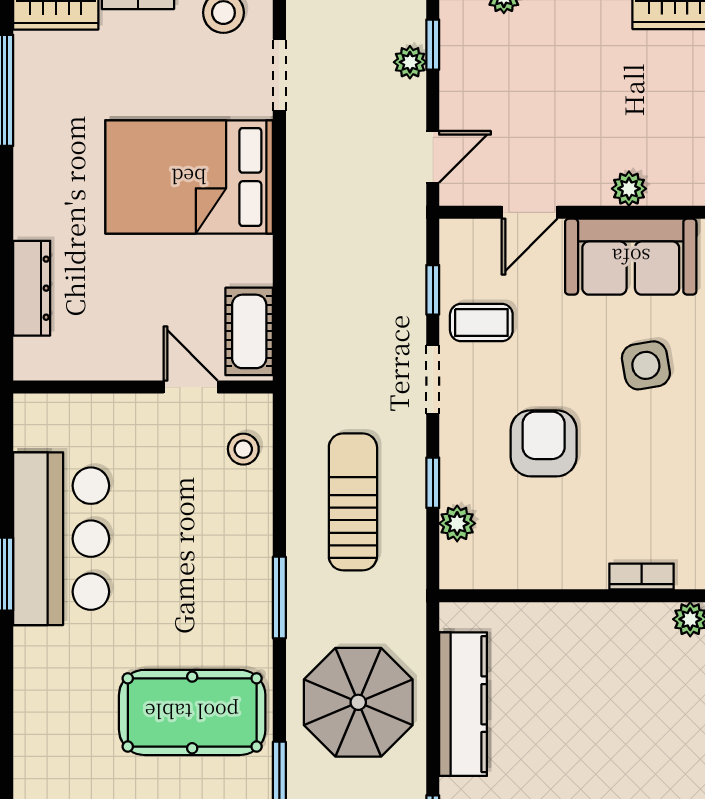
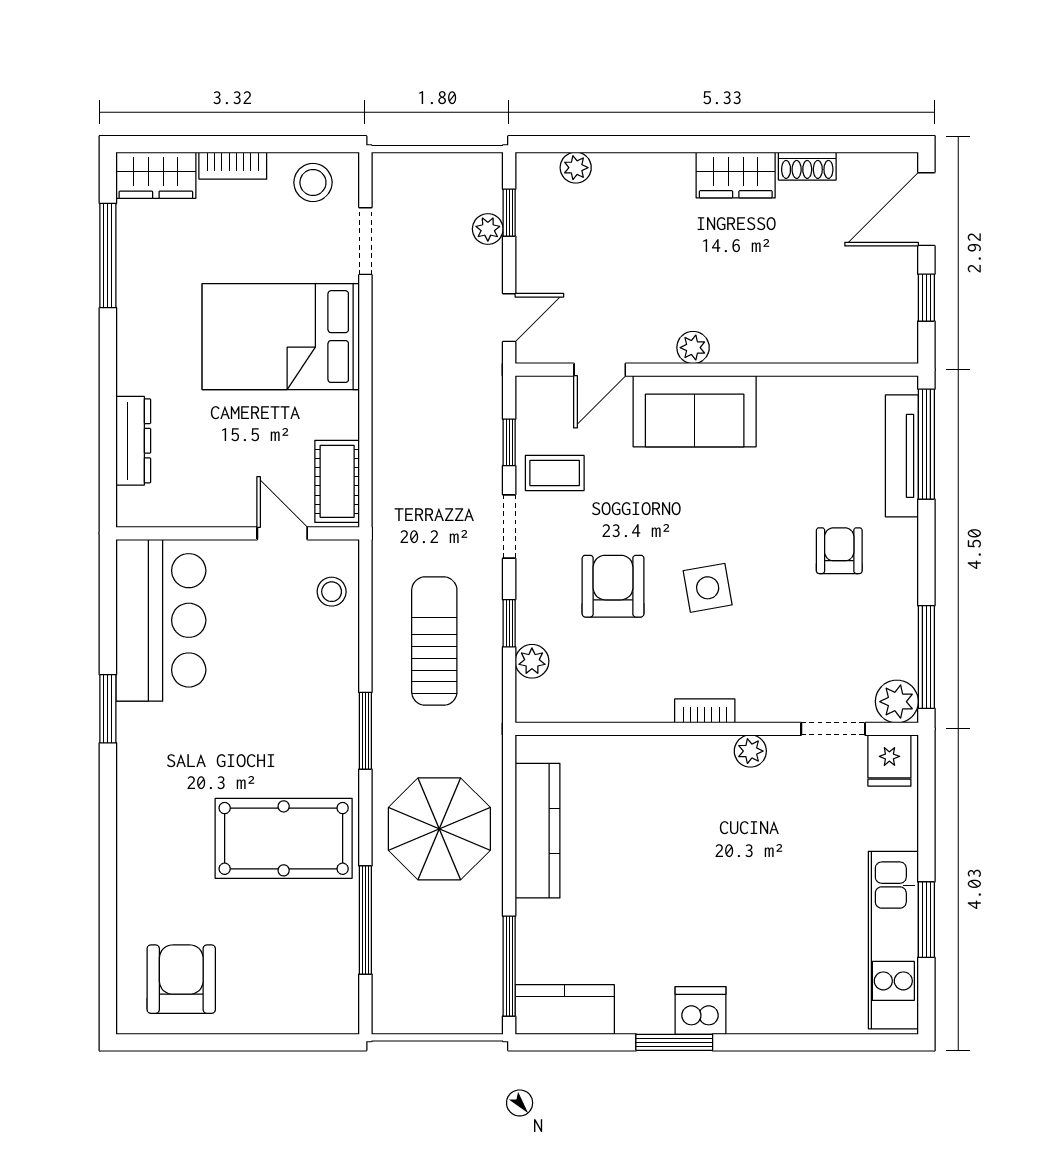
side table: (646, 365) -> (708, 588), moved
bar counter: (61, 539) -> (161, 620), moved

